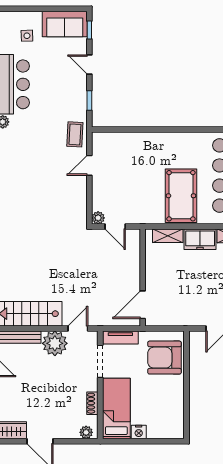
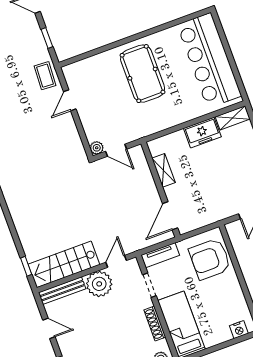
pool table: (181, 196) -> (143, 74), moved
shelving: (168, 236) -> (164, 170), moved, turned 90
doorway: (100, 361) -> (149, 285), width x0.73
shoe rack: (92, 403) -> (155, 324), width x1.43
nightstand: (139, 432) -> (239, 330), moved

